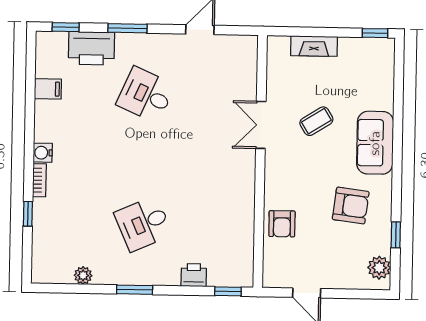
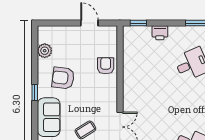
window: (396, 235) -> (35, 92), moved
plant: (379, 268) -> (45, 51), moved

